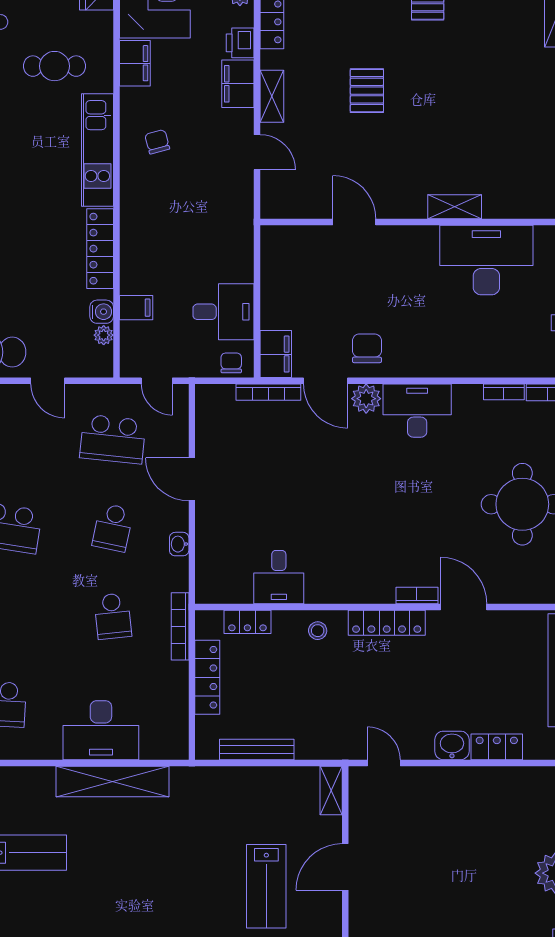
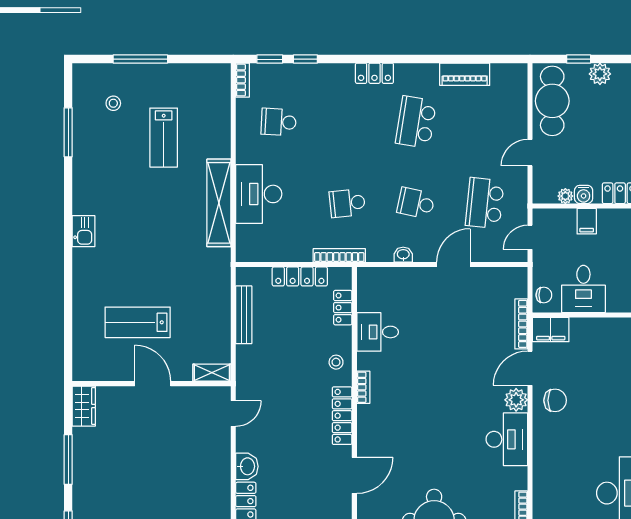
bookcase: (417, 595) -> (363, 387), moved

